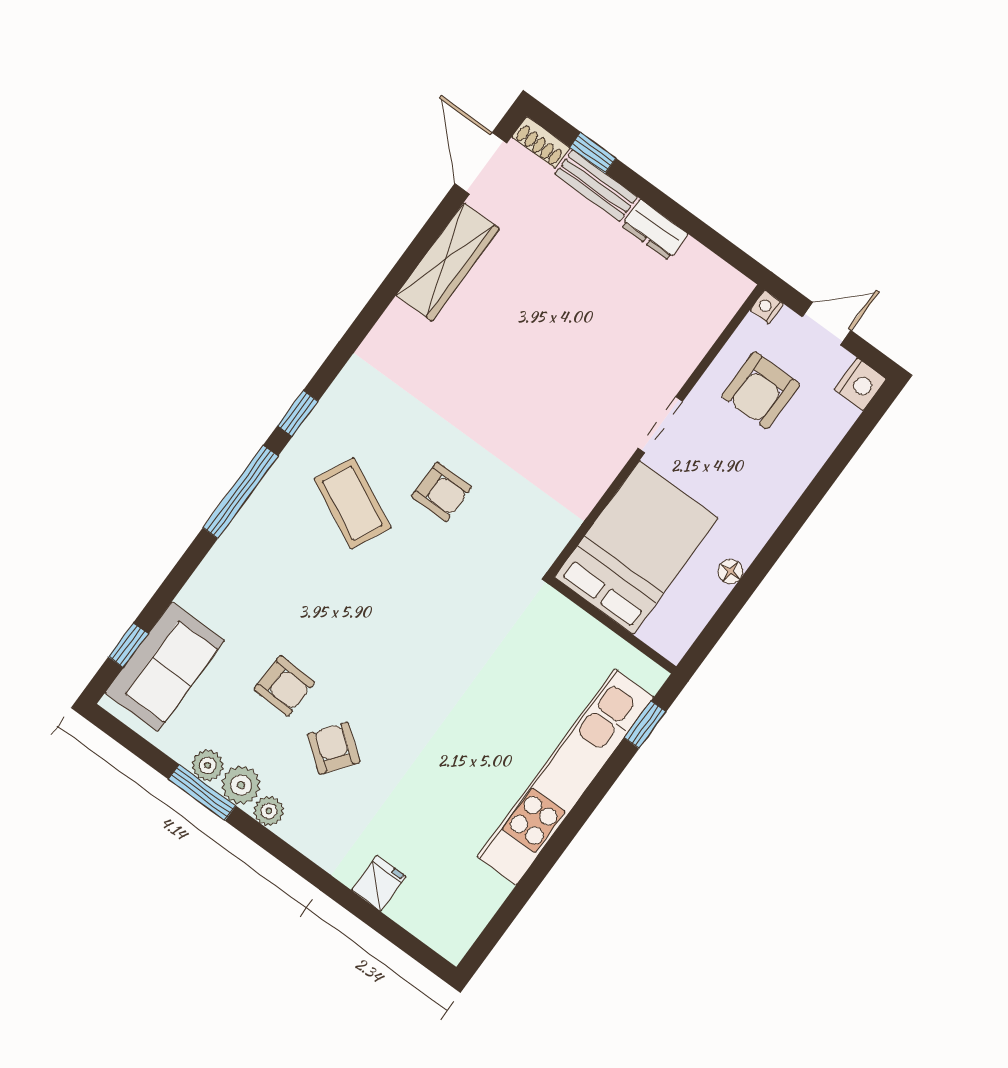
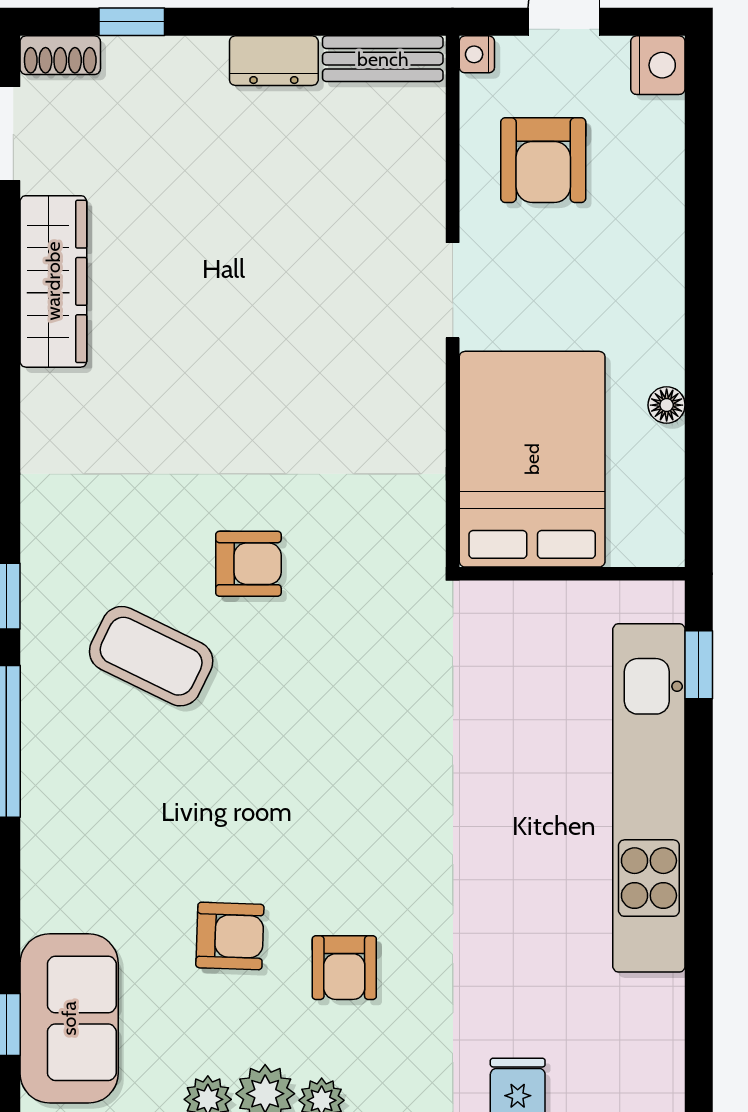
bench: (596, 186) -> (383, 59), moved
armchair: (334, 748) -> (344, 968), turned -127

